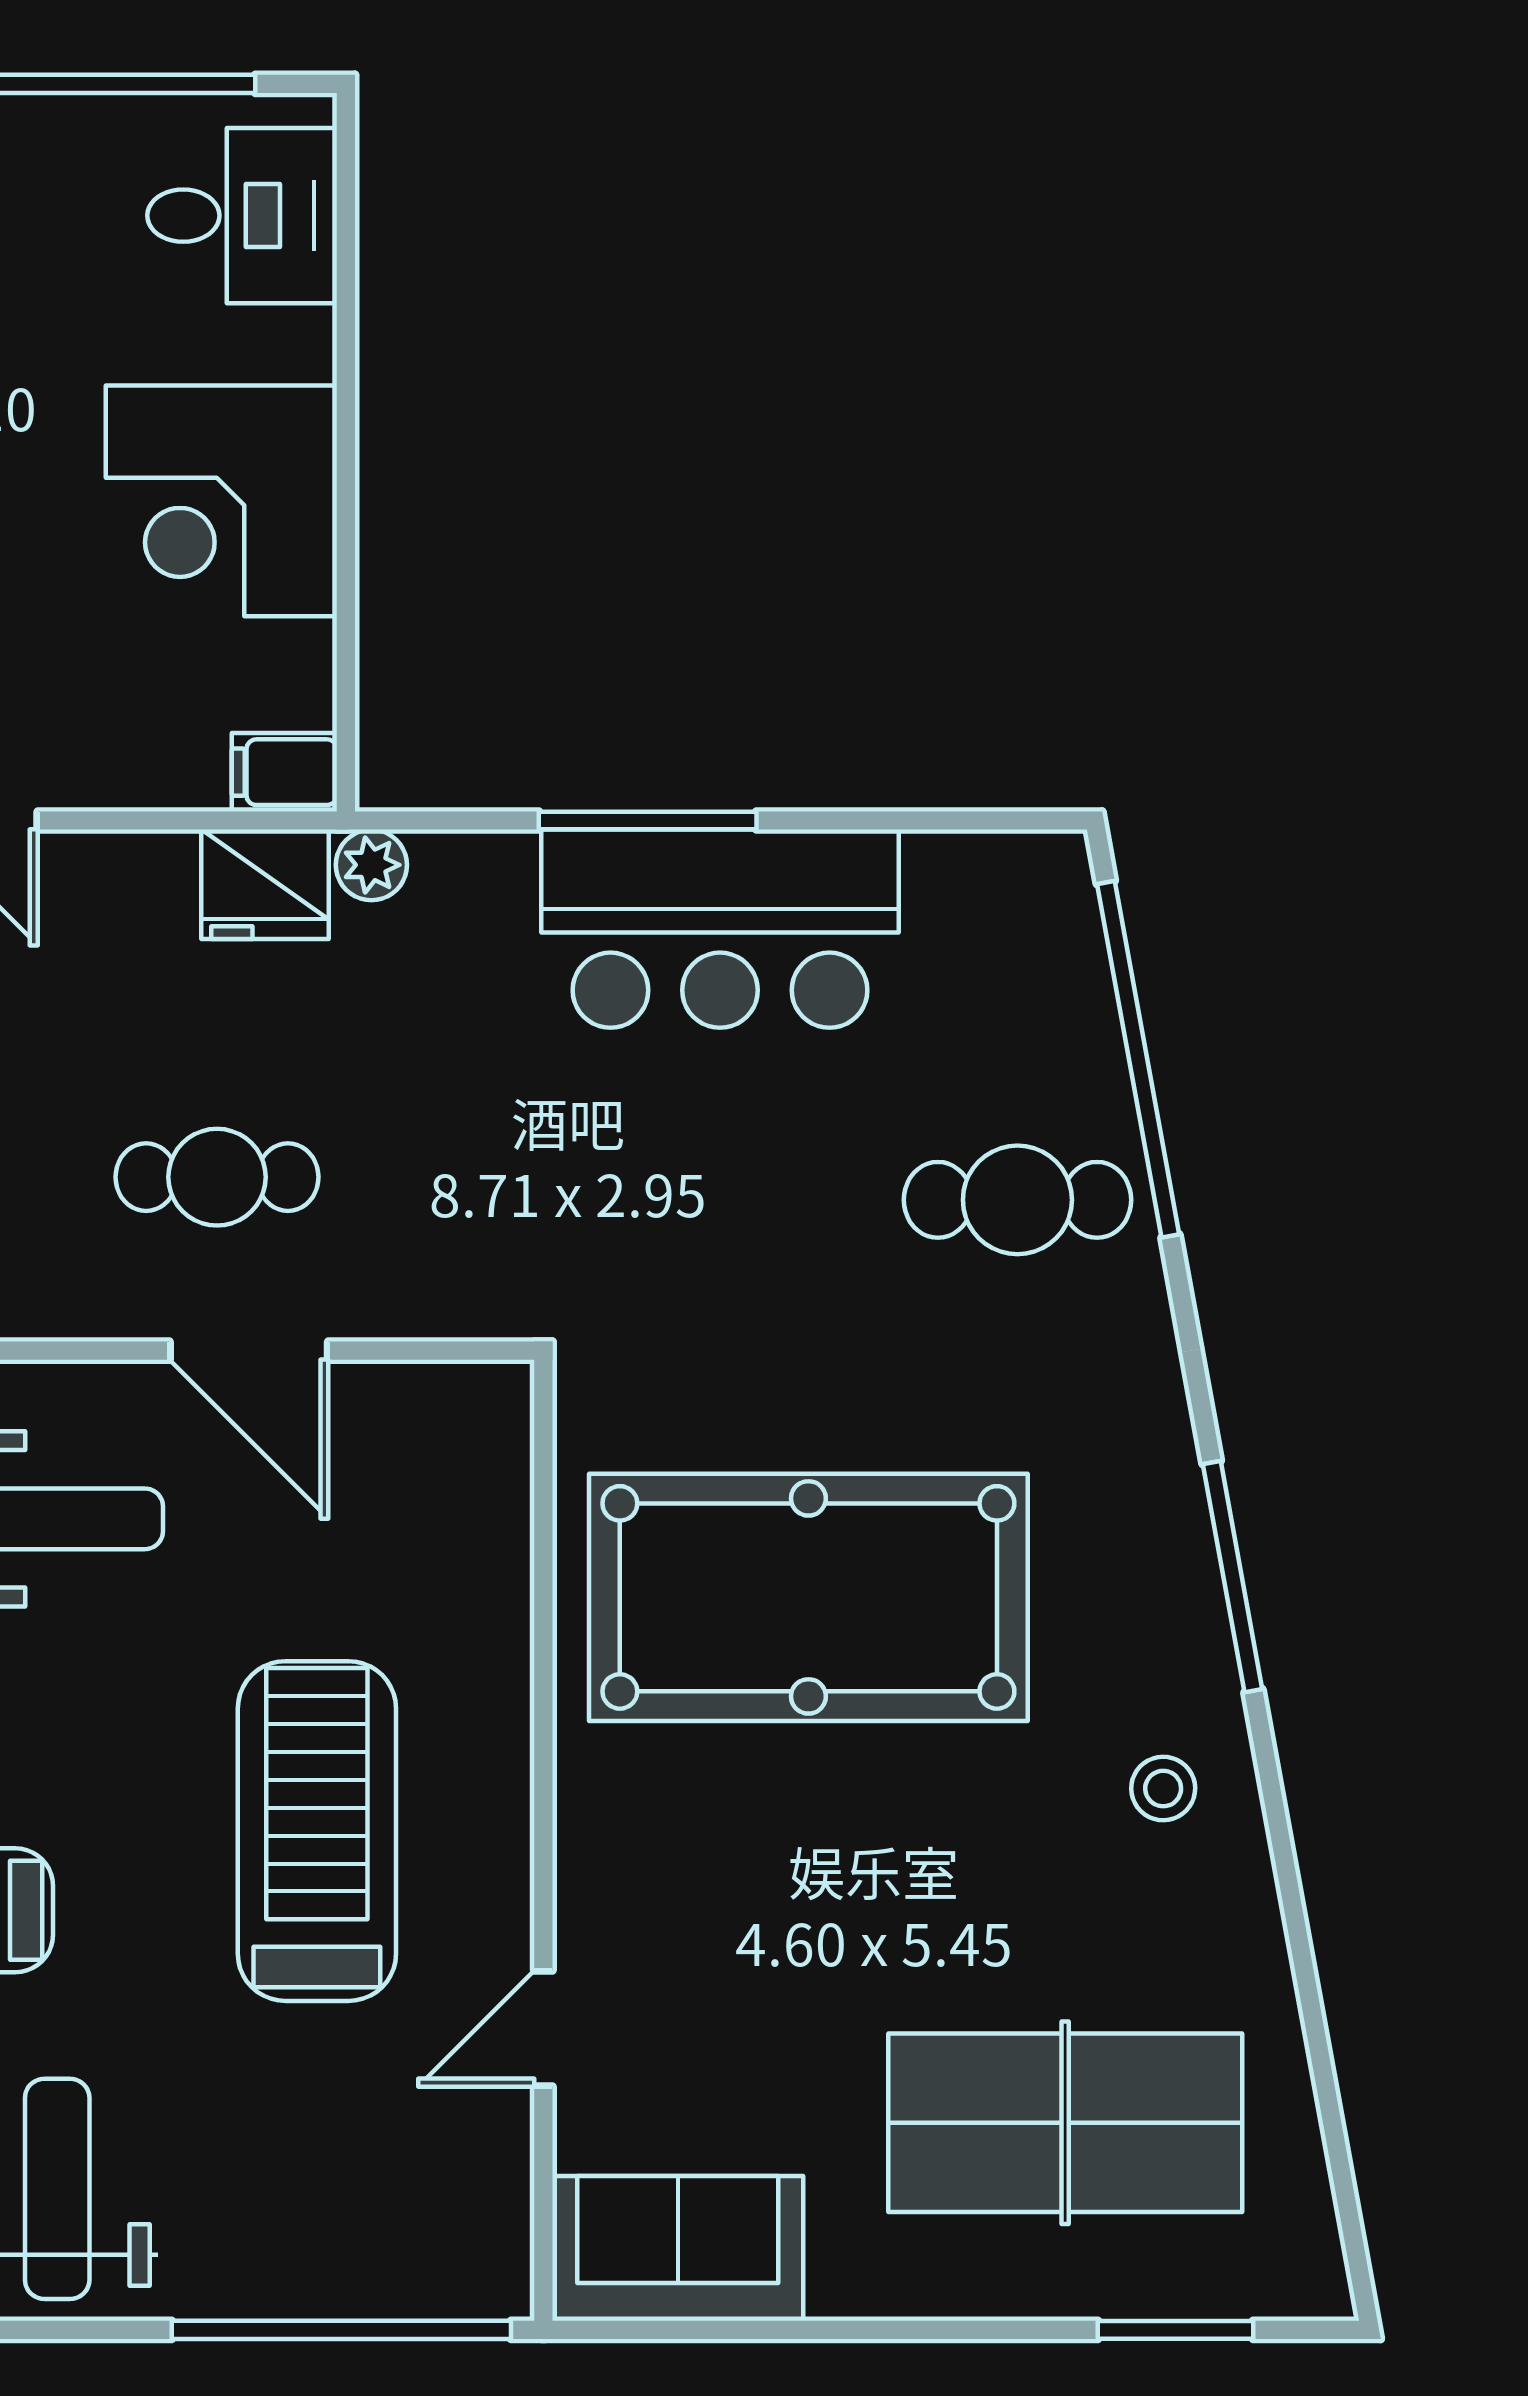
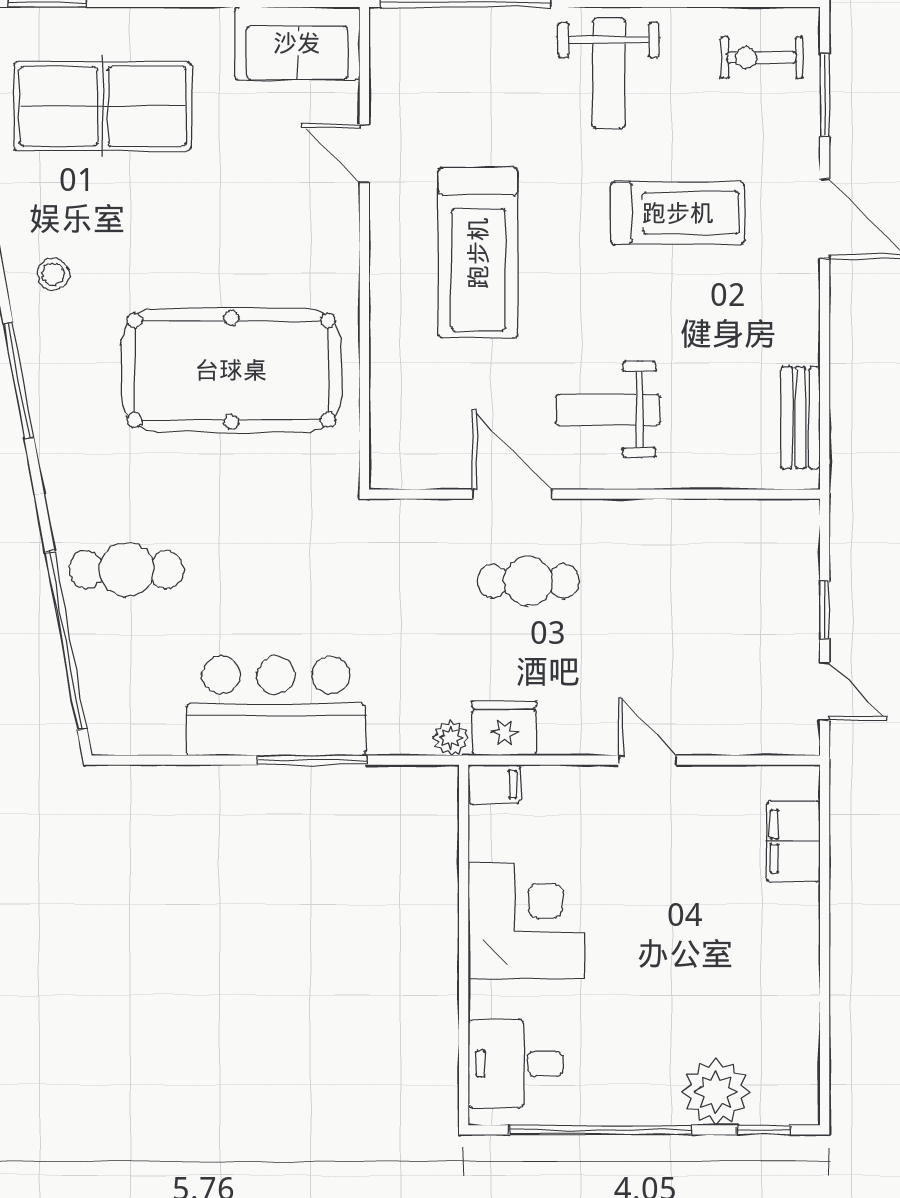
door: (543, 2029) -> (364, 154), swing flipped

